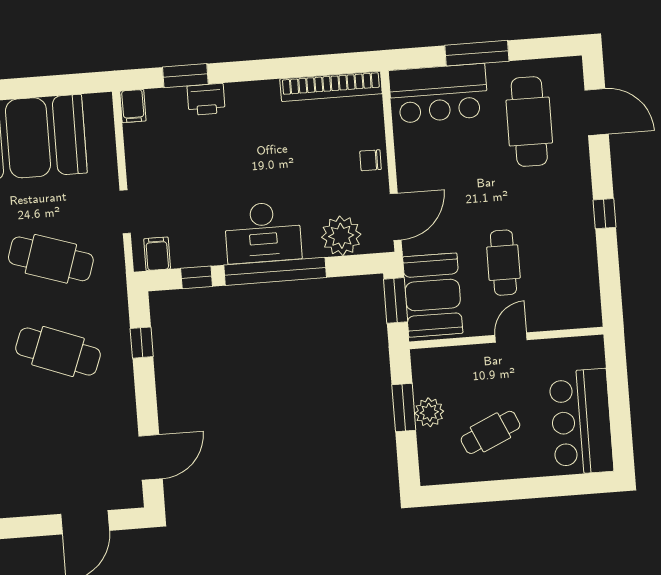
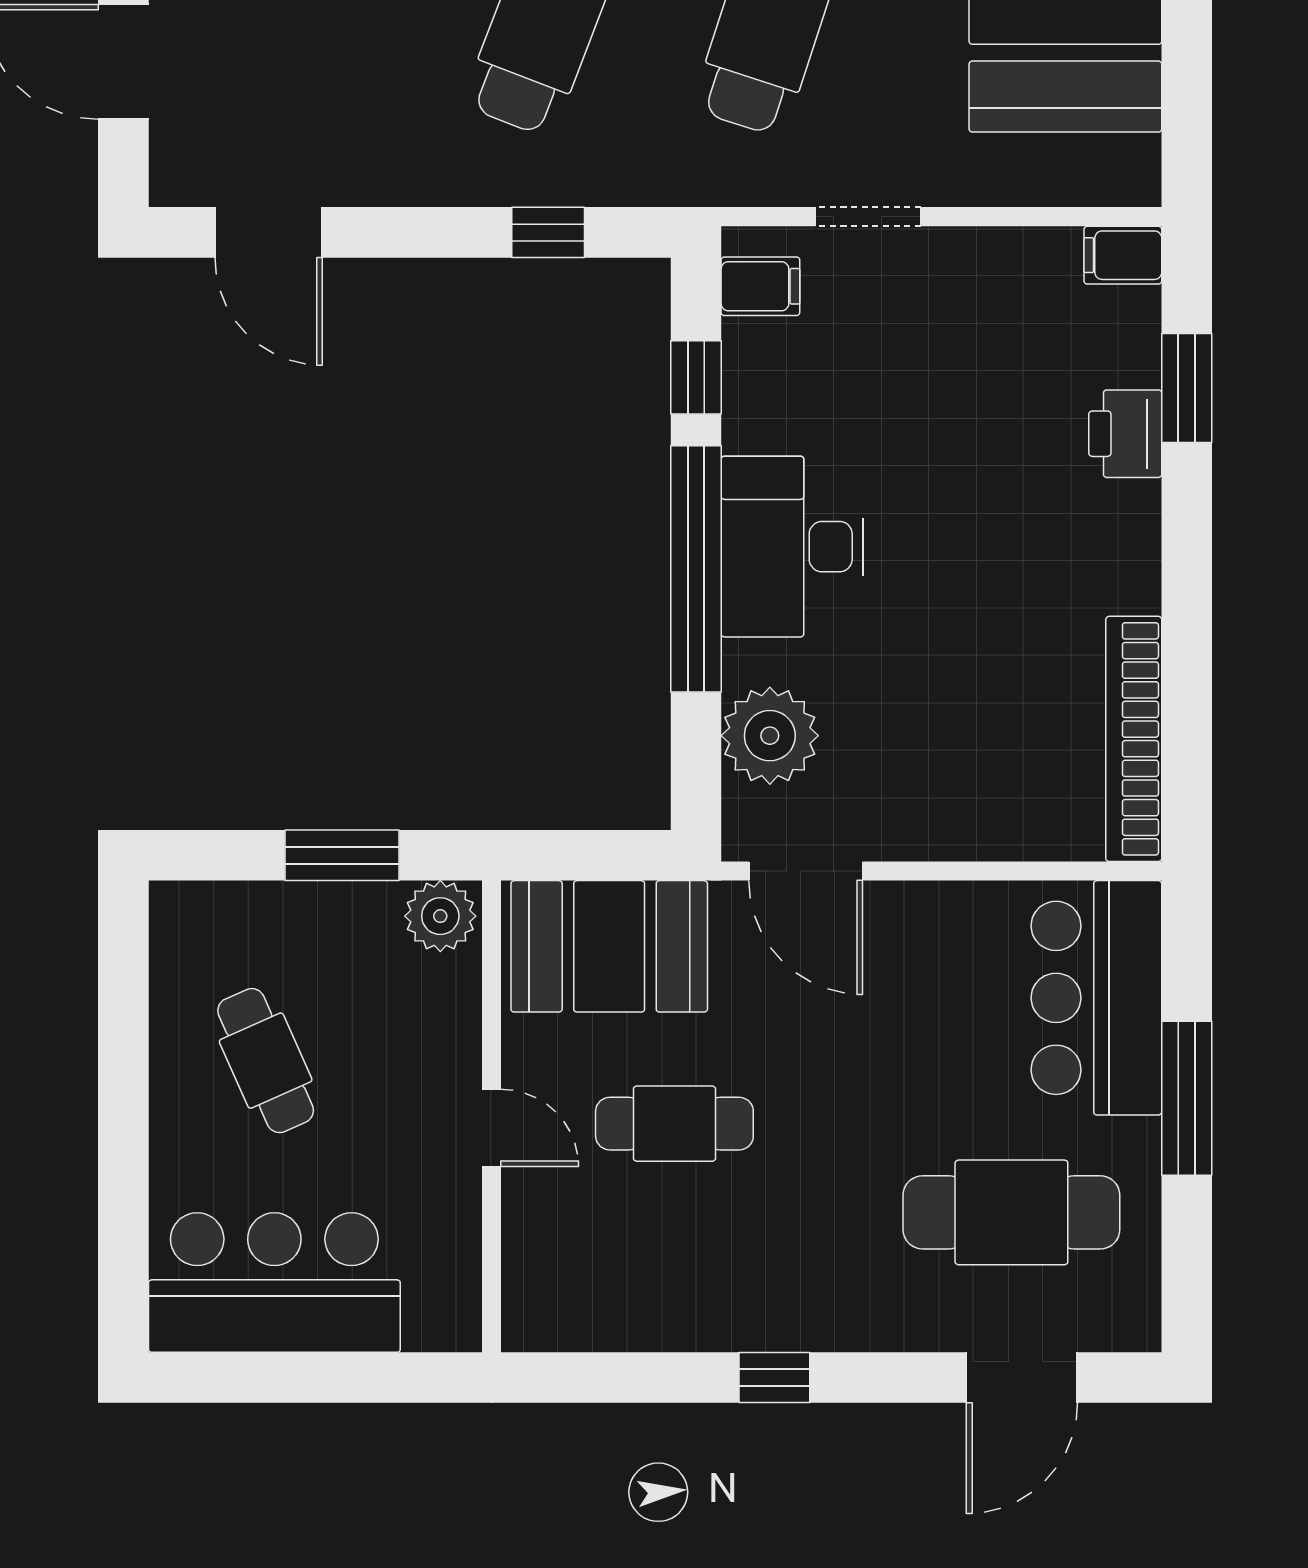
chair: (371, 160) -> (947, 821), removed
window: (396, 300) -> (603, 855), removed
plant: (429, 412) -> (440, 916), moved

